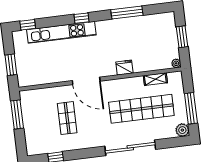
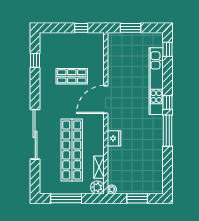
window: (127, 12) -> (168, 131), moved
window: (17, 115) -> (81, 28), width x0.46
plant: (182, 130) -> (97, 187), moved

